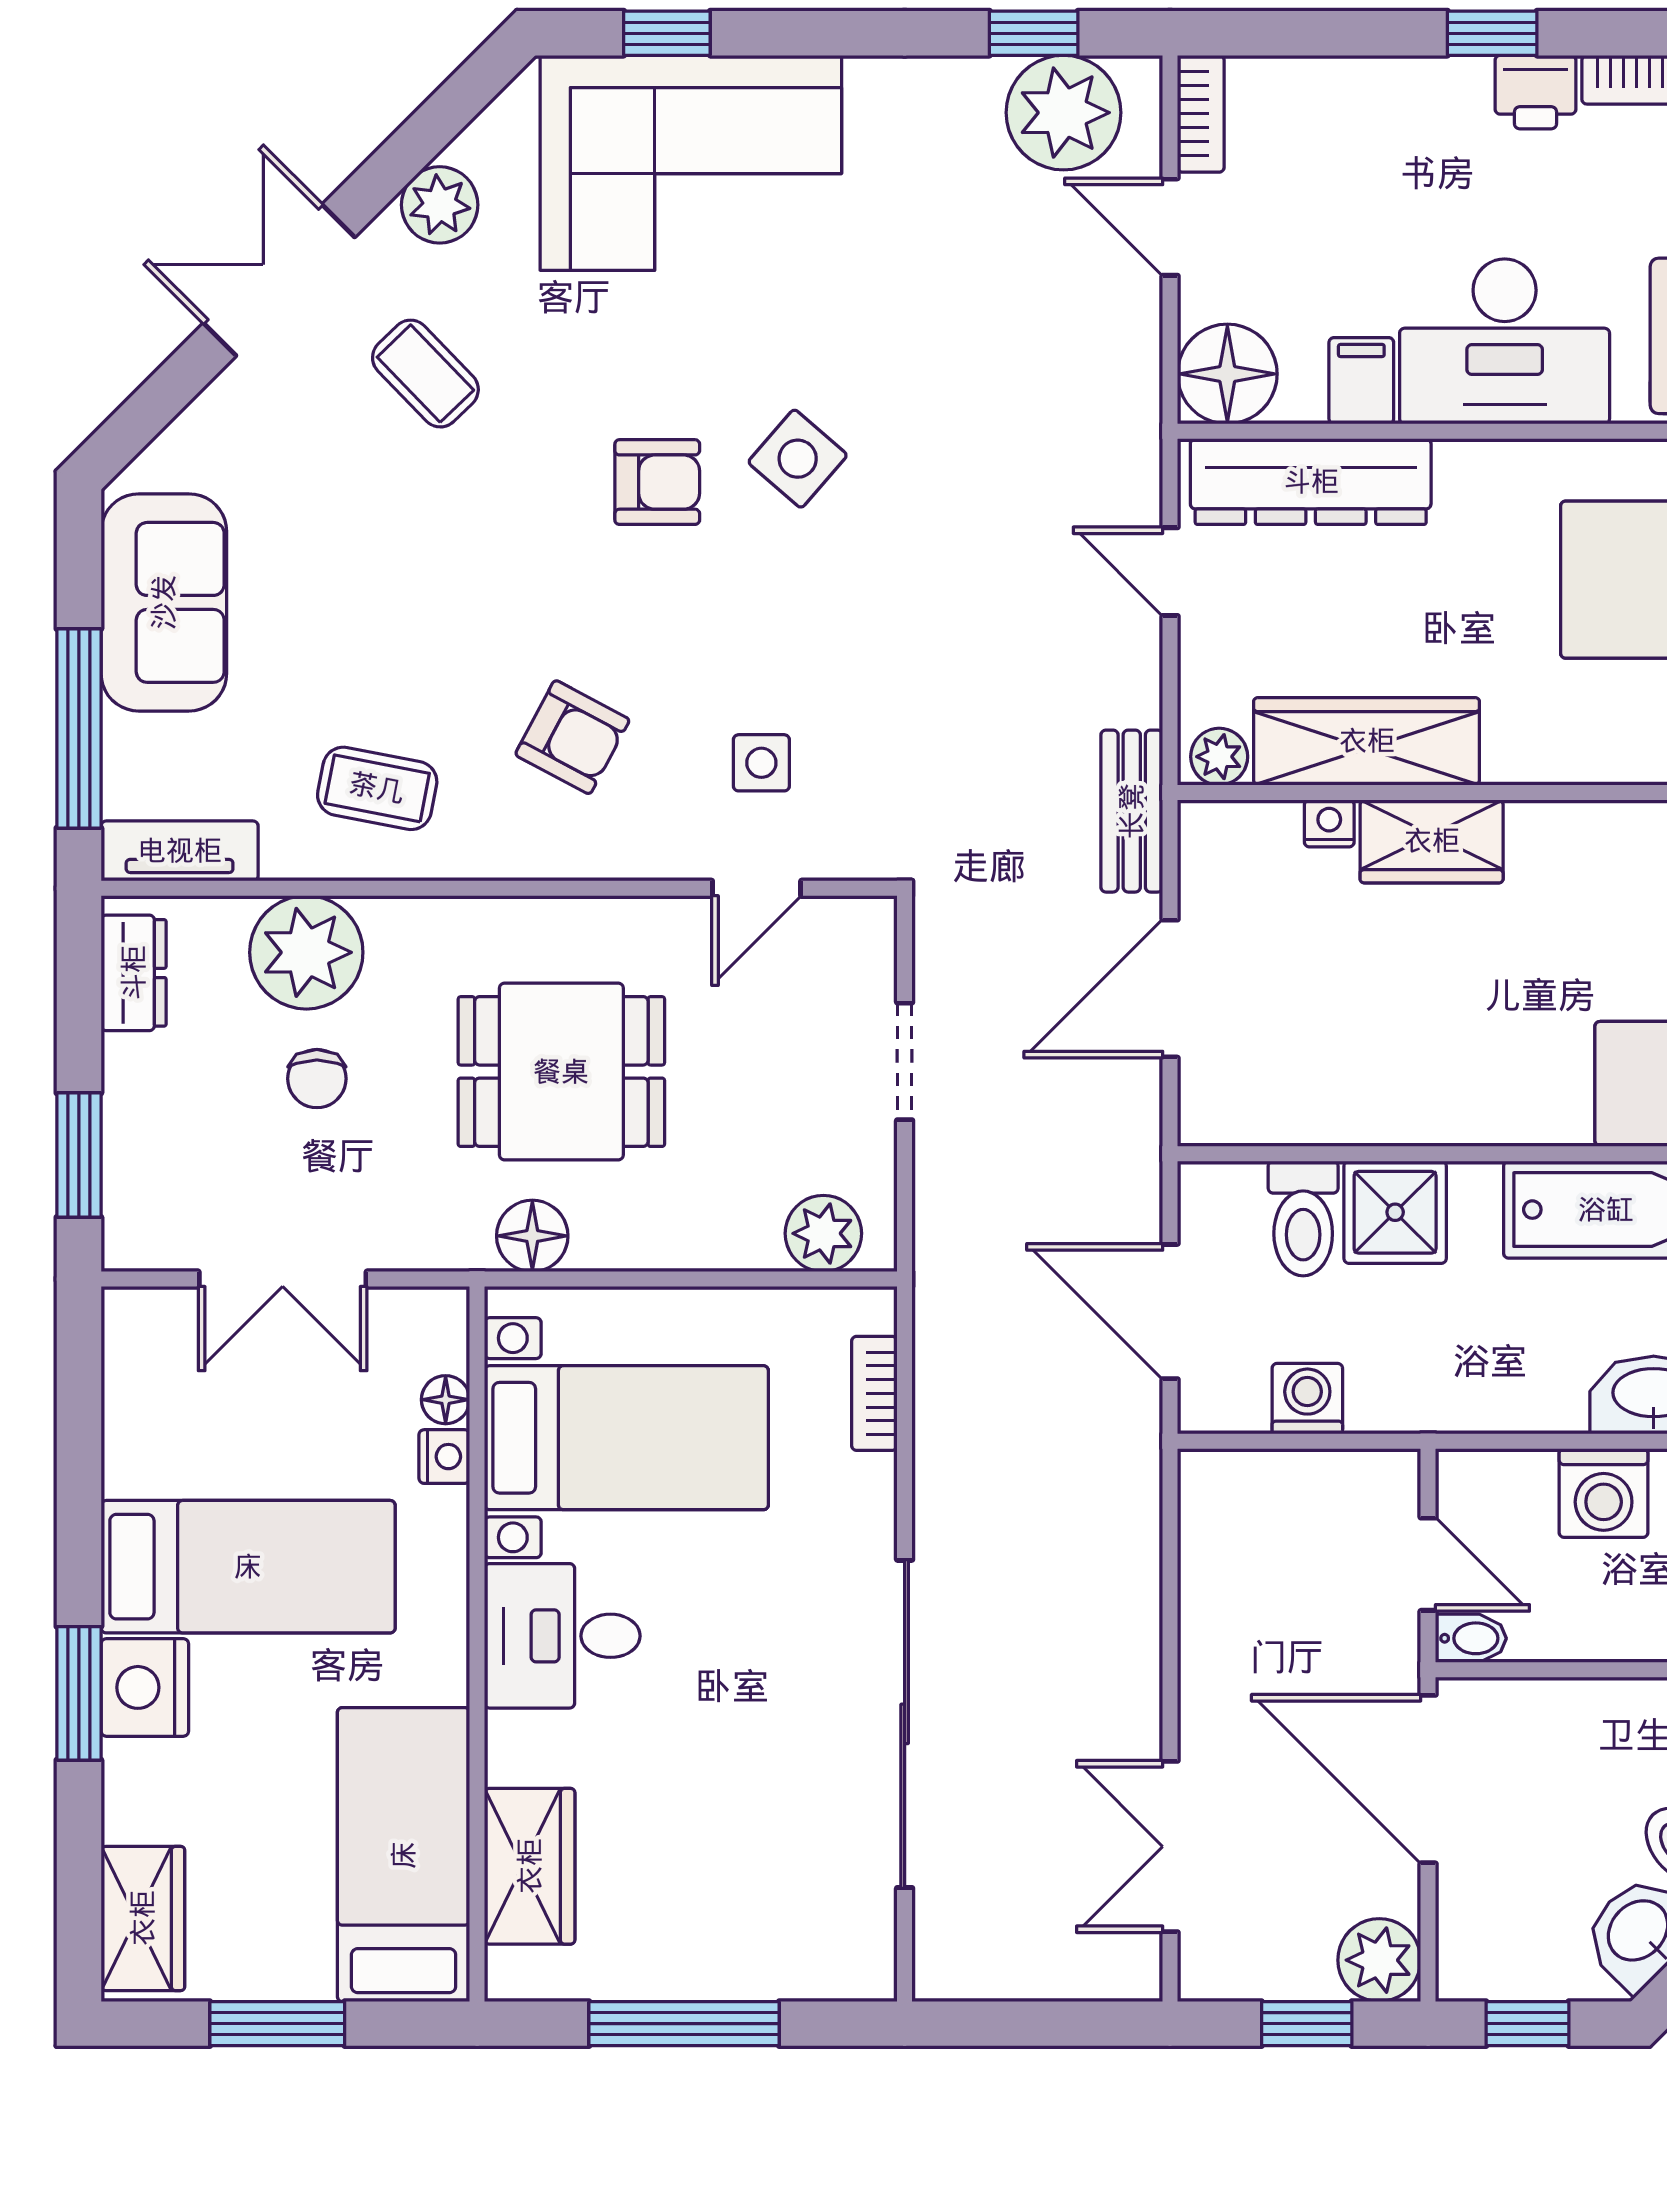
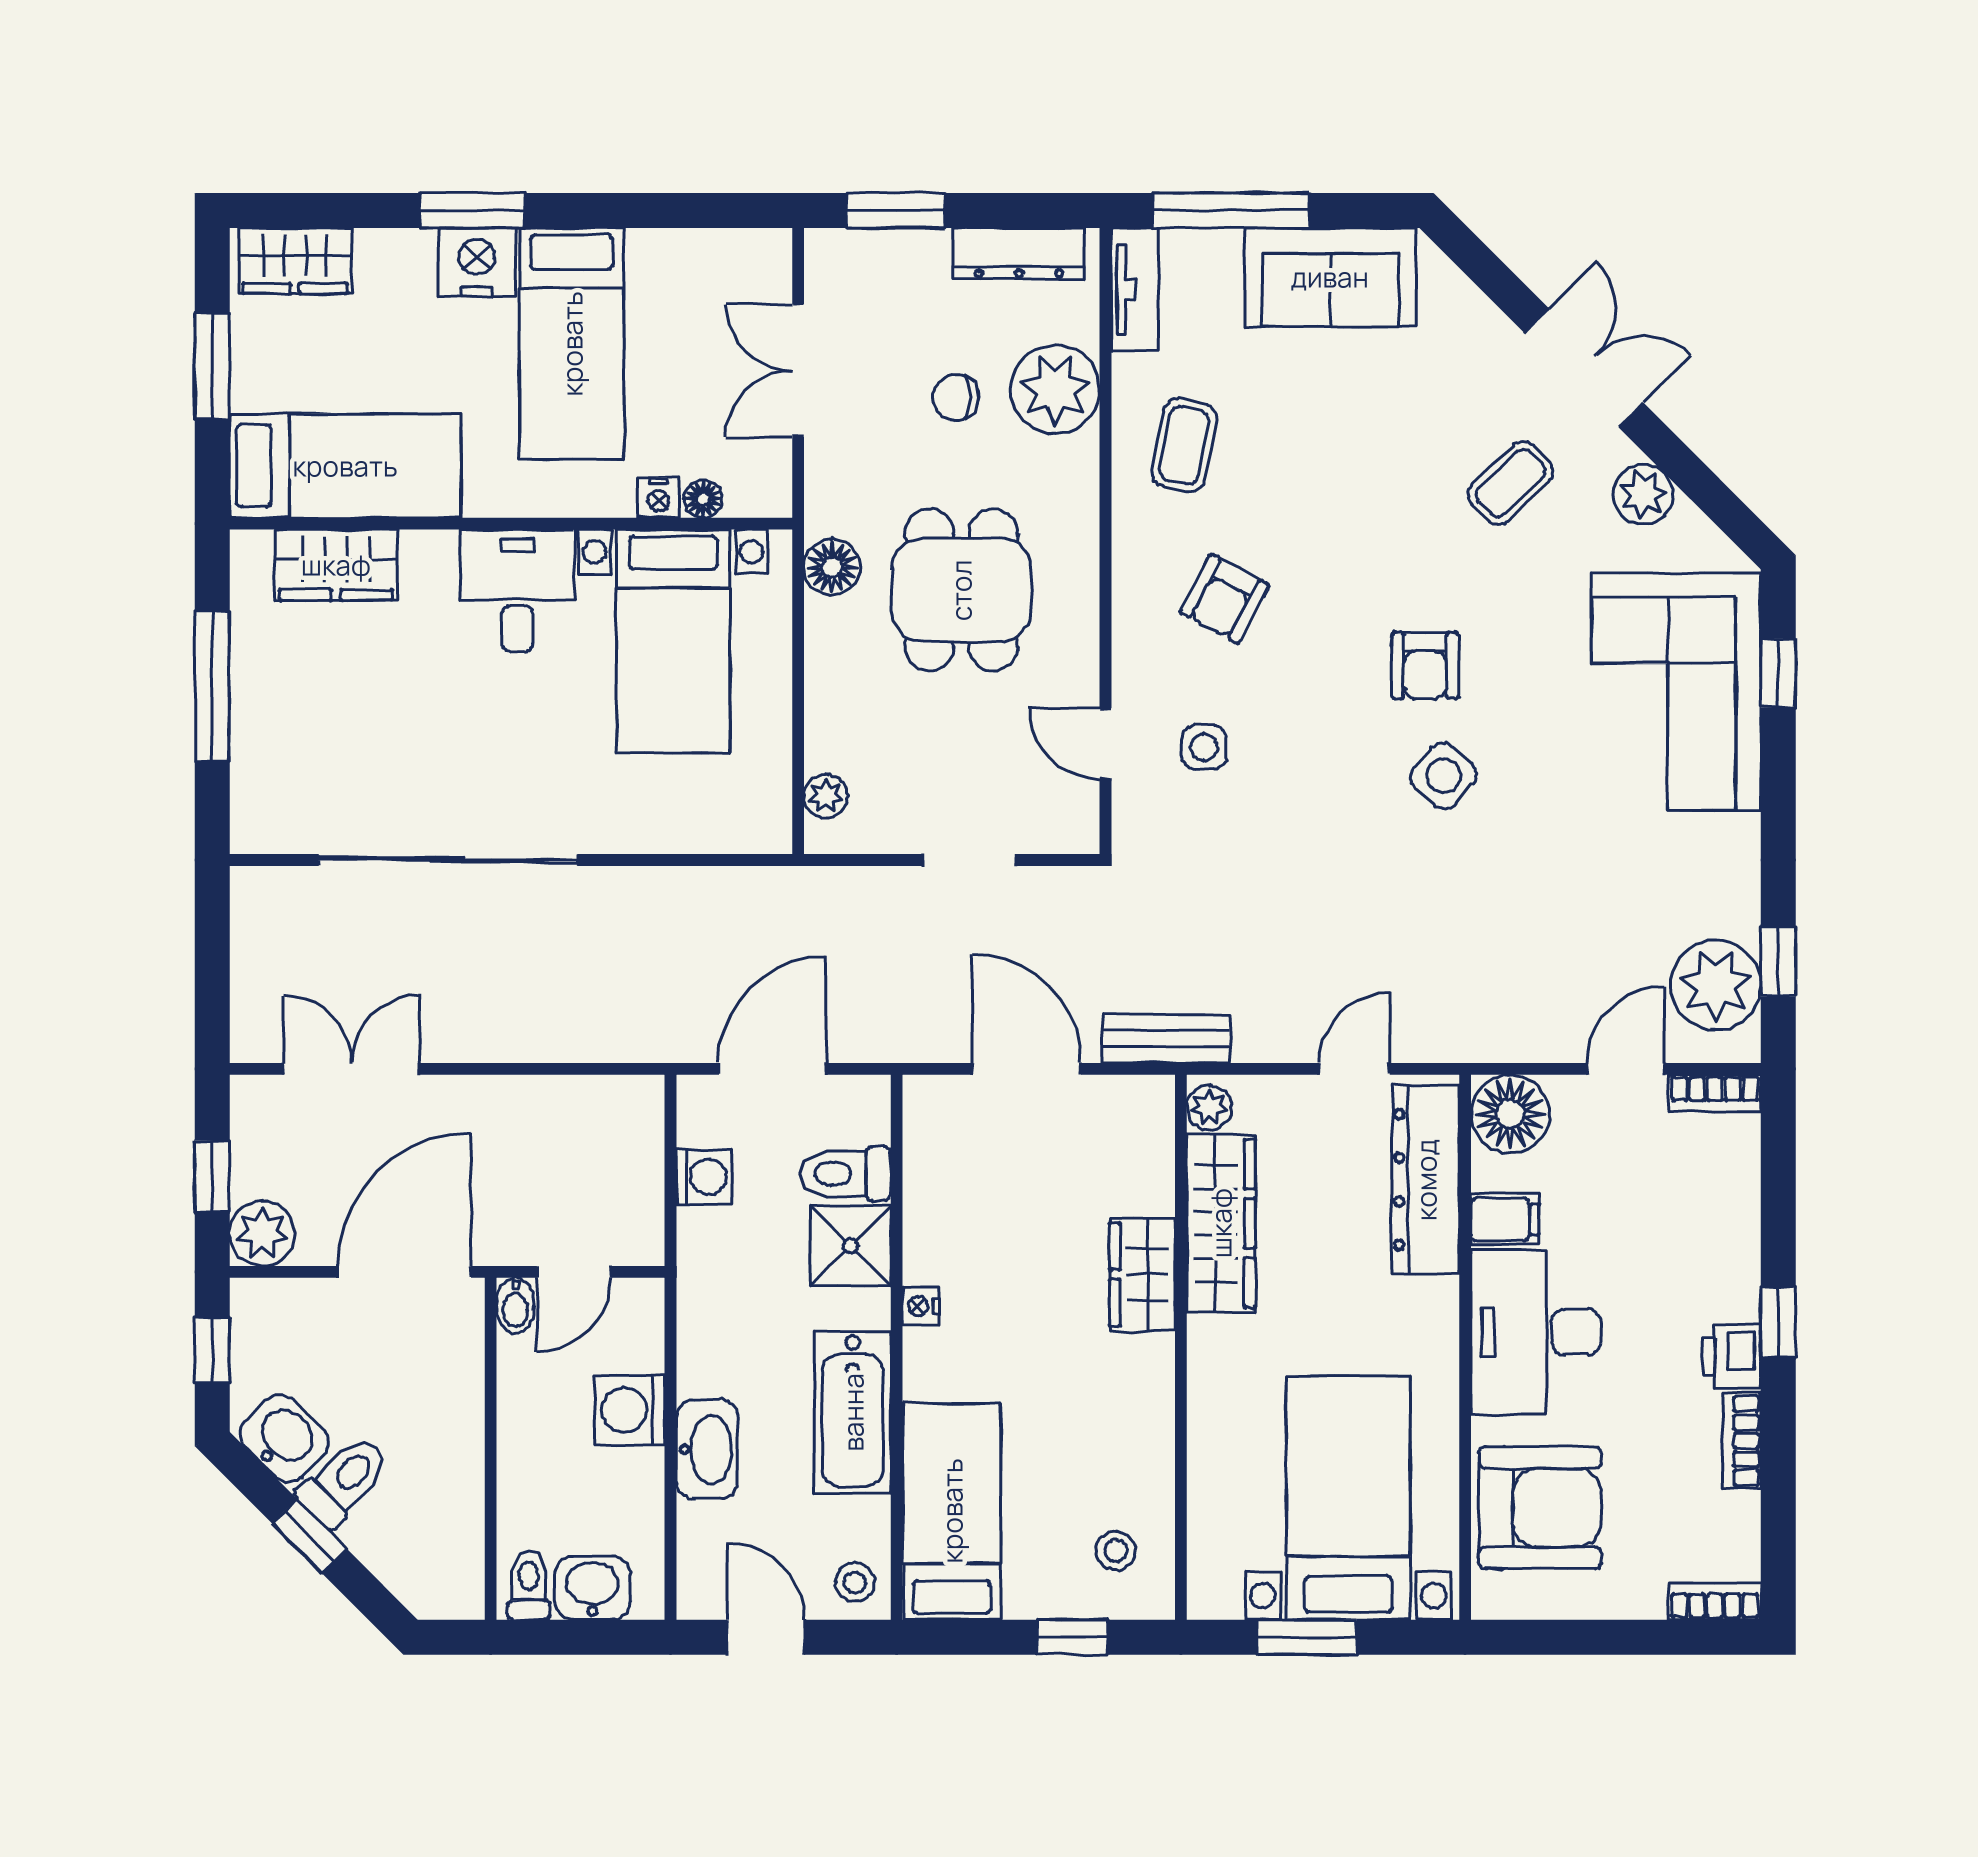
nightstand: (1329, 823) -> (921, 1306), moved, turned 180
dresser: (134, 973) -> (1019, 253), width x1.44
plant: (823, 1233) -> (826, 796), width x0.73, depth x0.73
bookcase: (874, 1393) -> (708, 836), removed

